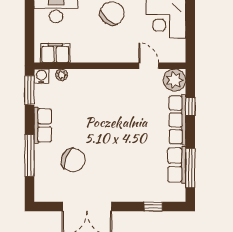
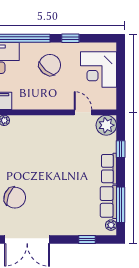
row of seats: (177, 120) -> (109, 169), width x0.68
plant: (180, 191) -> (111, 225), added

